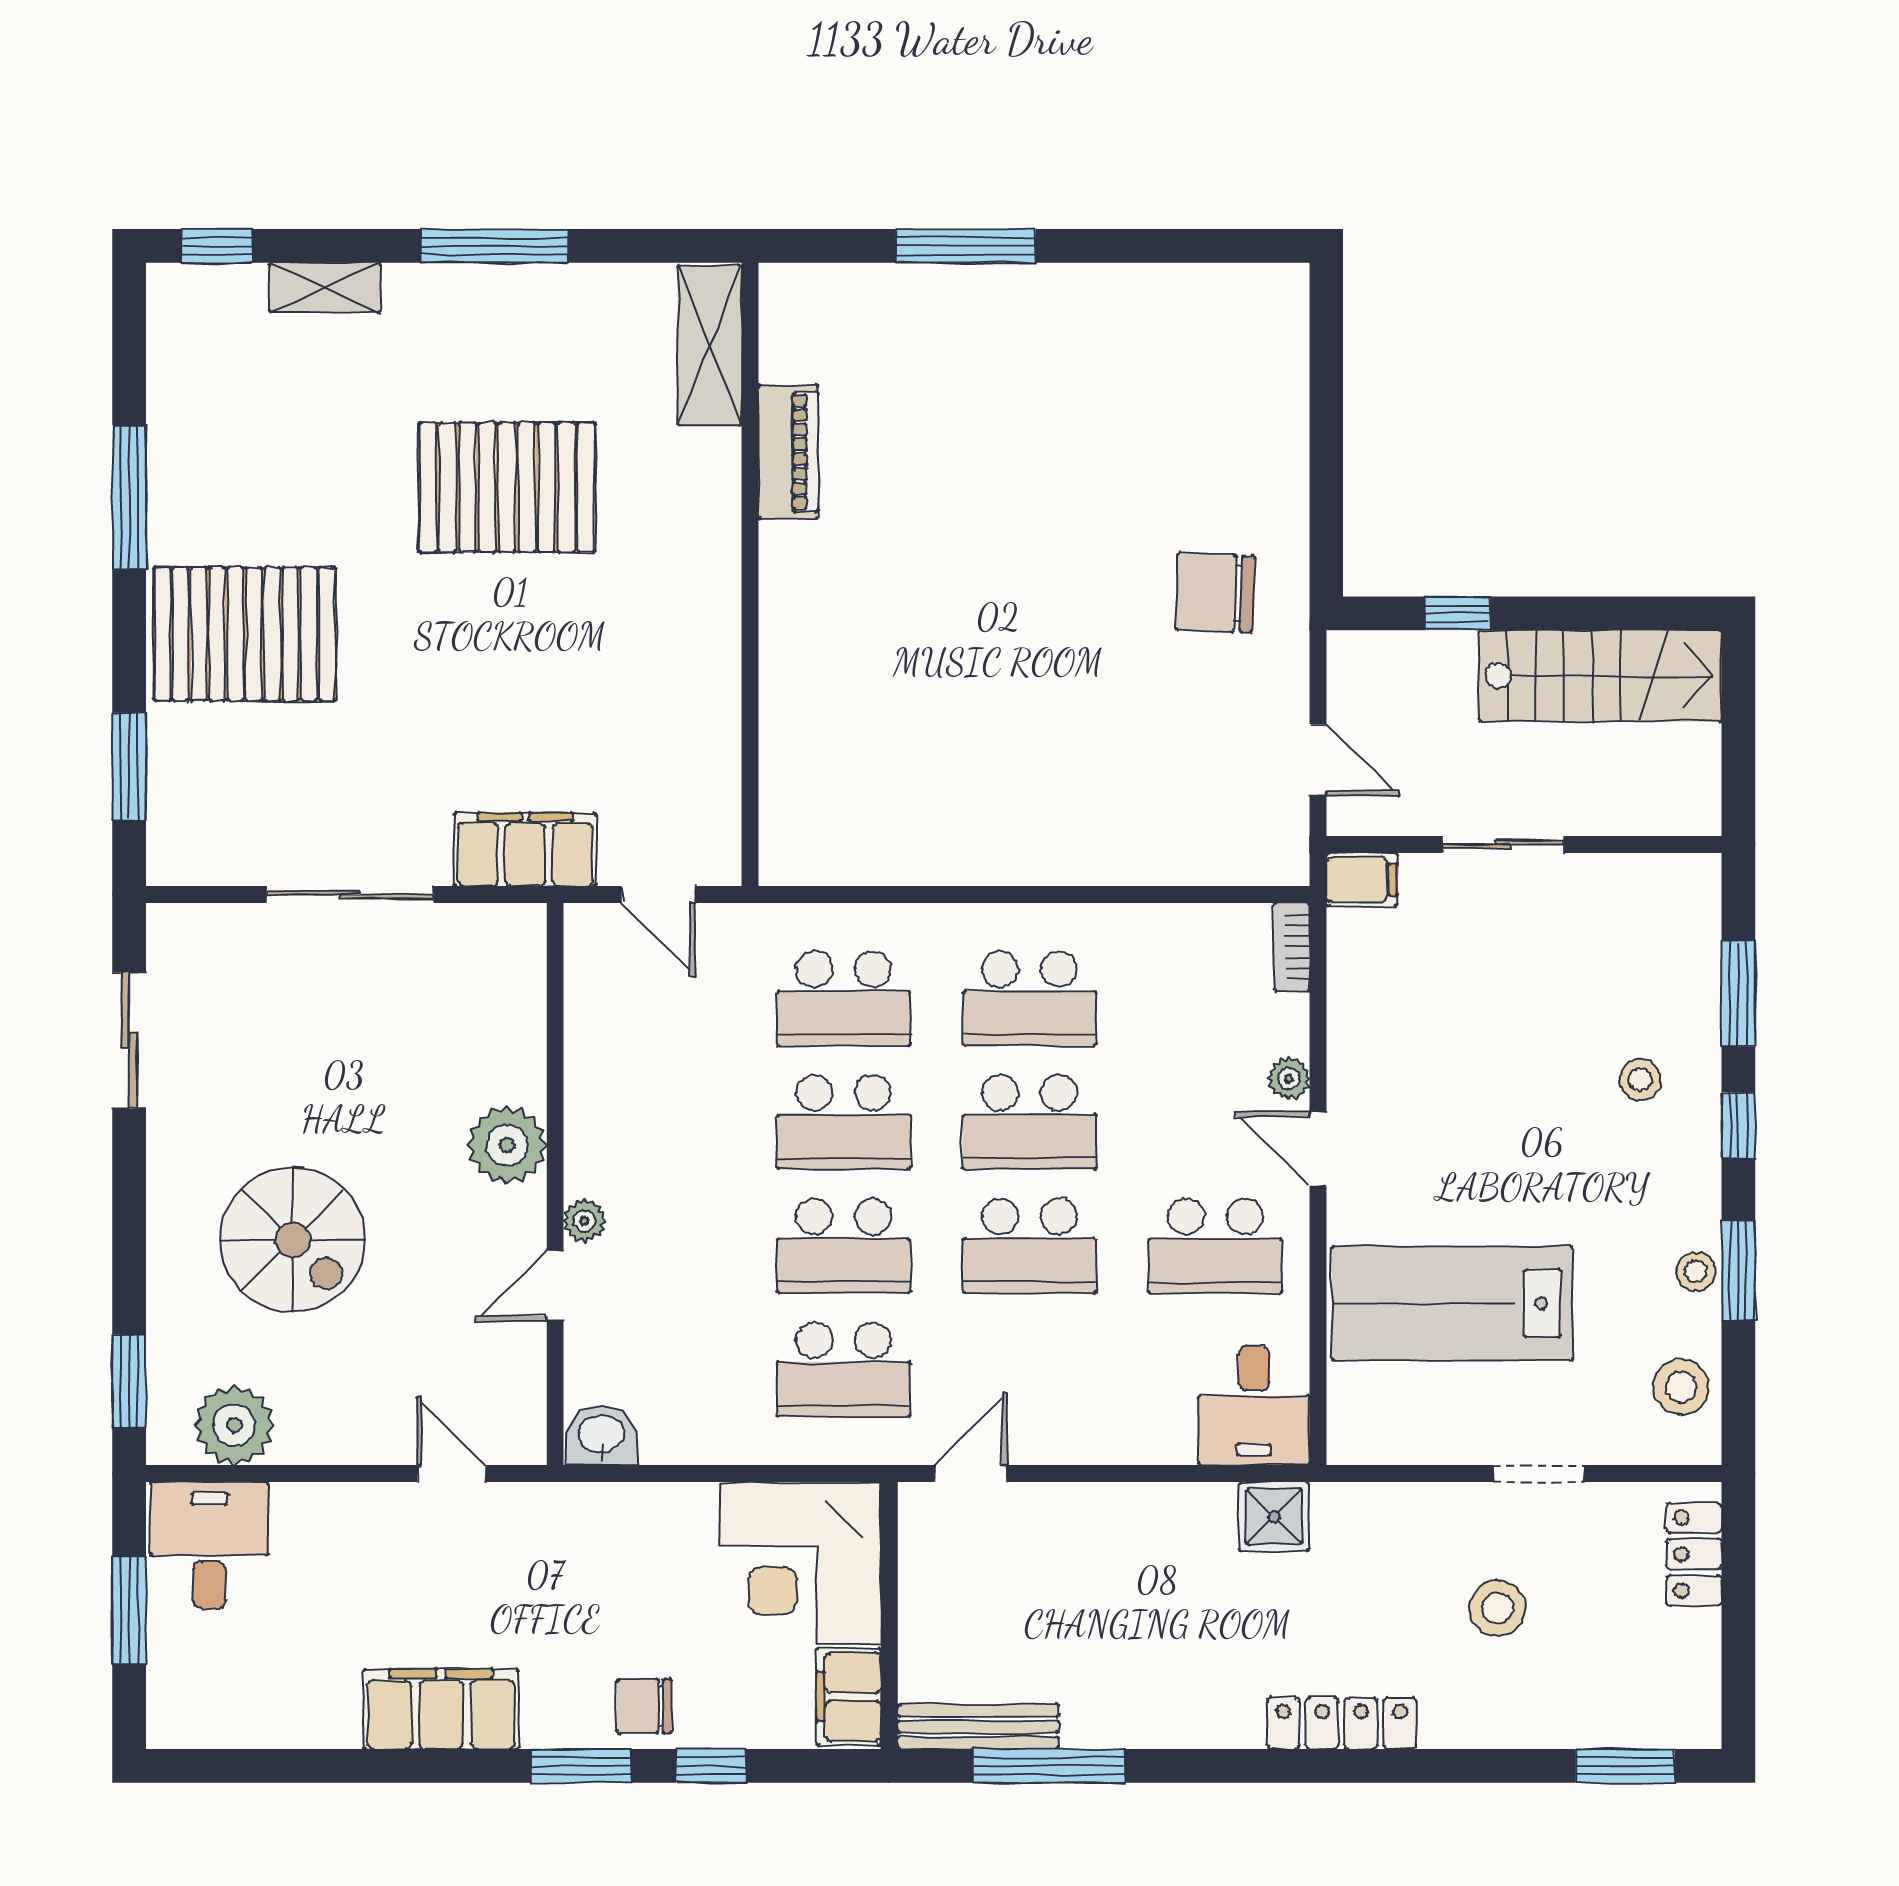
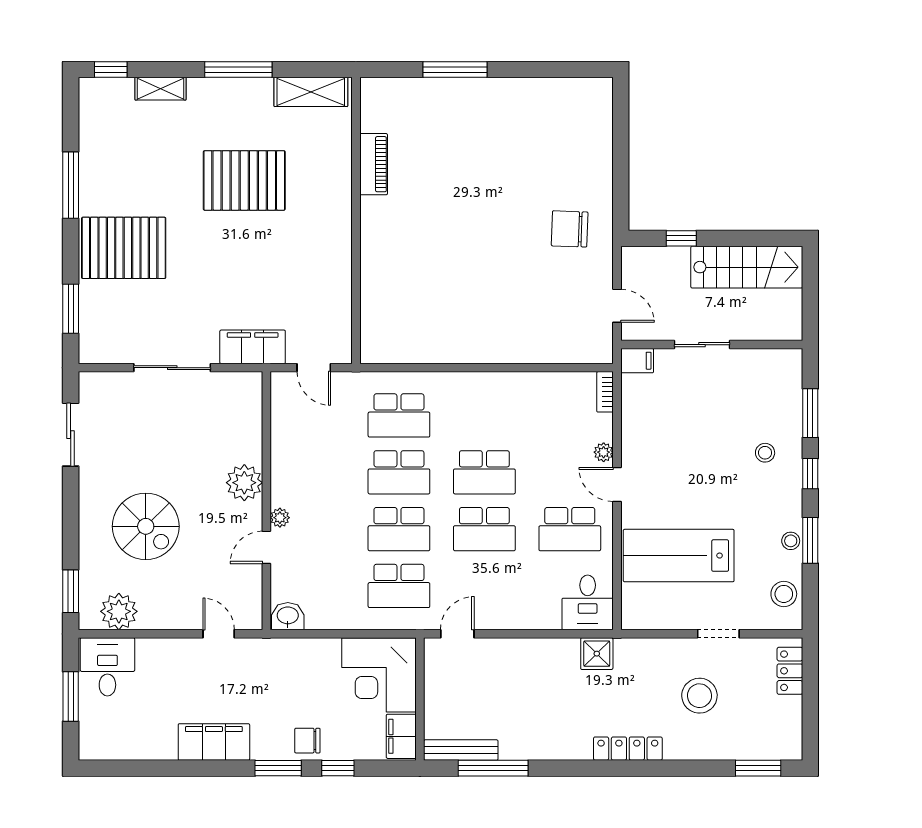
shelving: (710, 345) -> (311, 92), moved, turned 90
school desk: (1029, 999) -> (484, 415), removed
stool: (1497, 1608) -> (699, 696), width x1.38, depth x1.38

